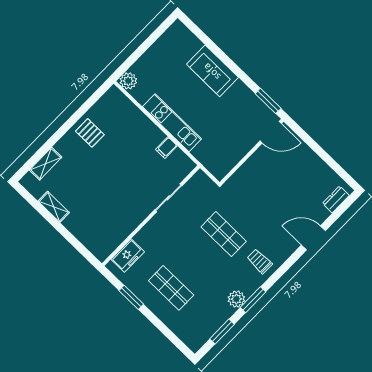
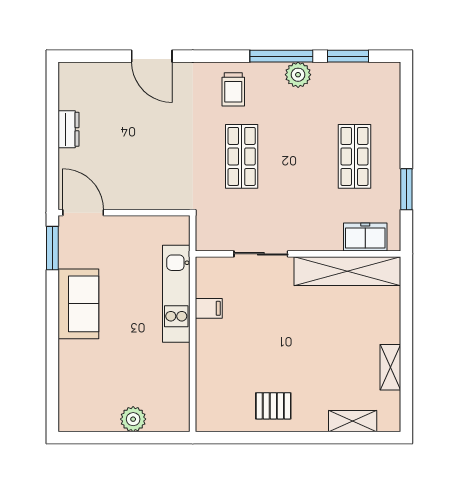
sofa: (212, 71) -> (78, 304), moved
plant: (128, 81) -> (133, 419), moved
kitchen unit: (172, 123) -> (176, 294), moved
pallet: (90, 133) -> (273, 406), turned 90
dresser: (336, 199) -> (68, 129), moved, turned -90
shelving: (120, 231) -> (347, 271), added
window: (253, 300) -> (281, 56), width x1.44

